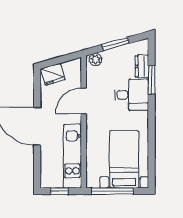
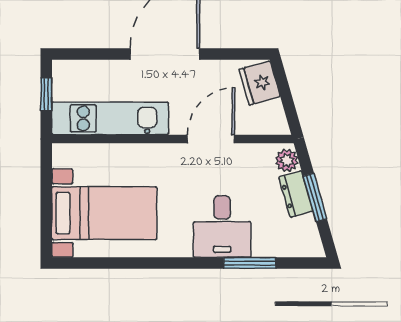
dresser: (142, 66) -> (296, 194), moved, turned -106
door: (84, 101) -> (211, 139), hinge flipped
window: (113, 191) -> (46, 192), removed

